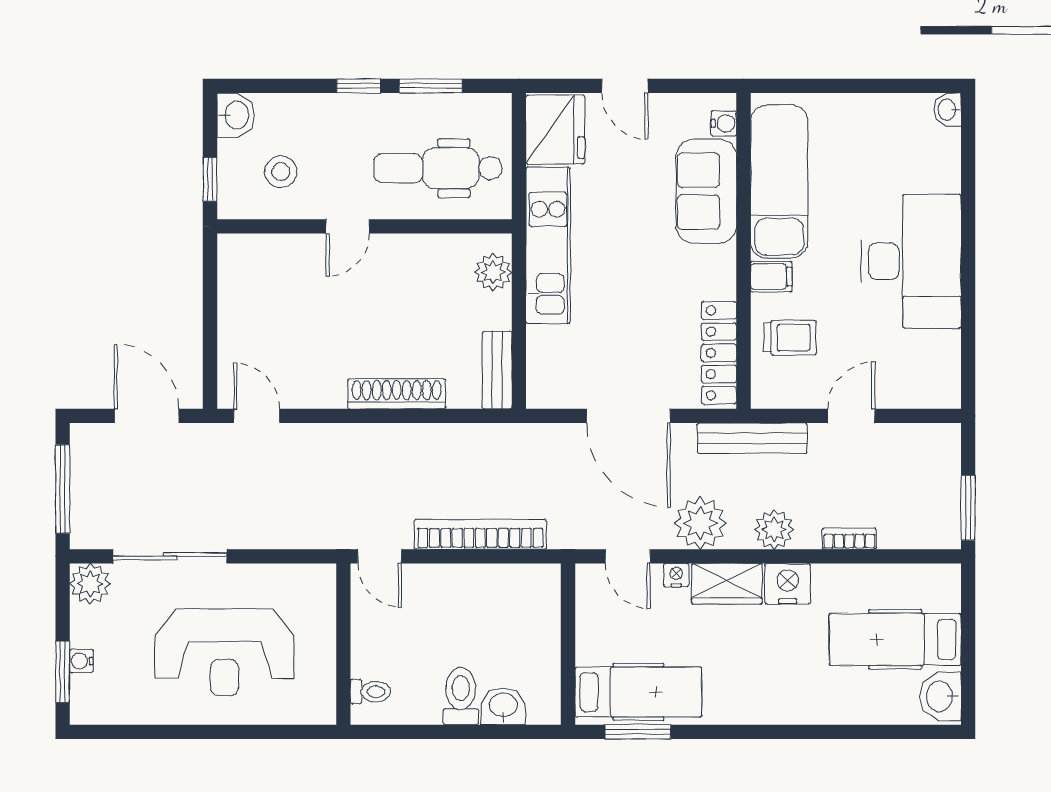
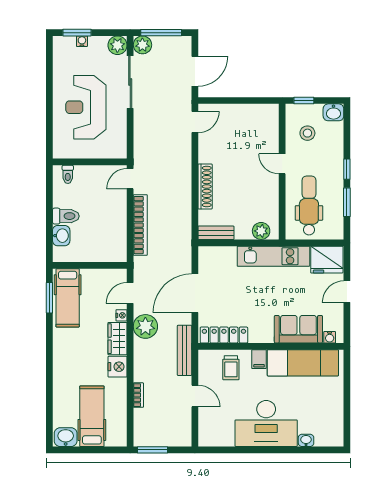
washbasin: (948, 110) -> (306, 440), moved
plant: (774, 530) -> (142, 45), moved

